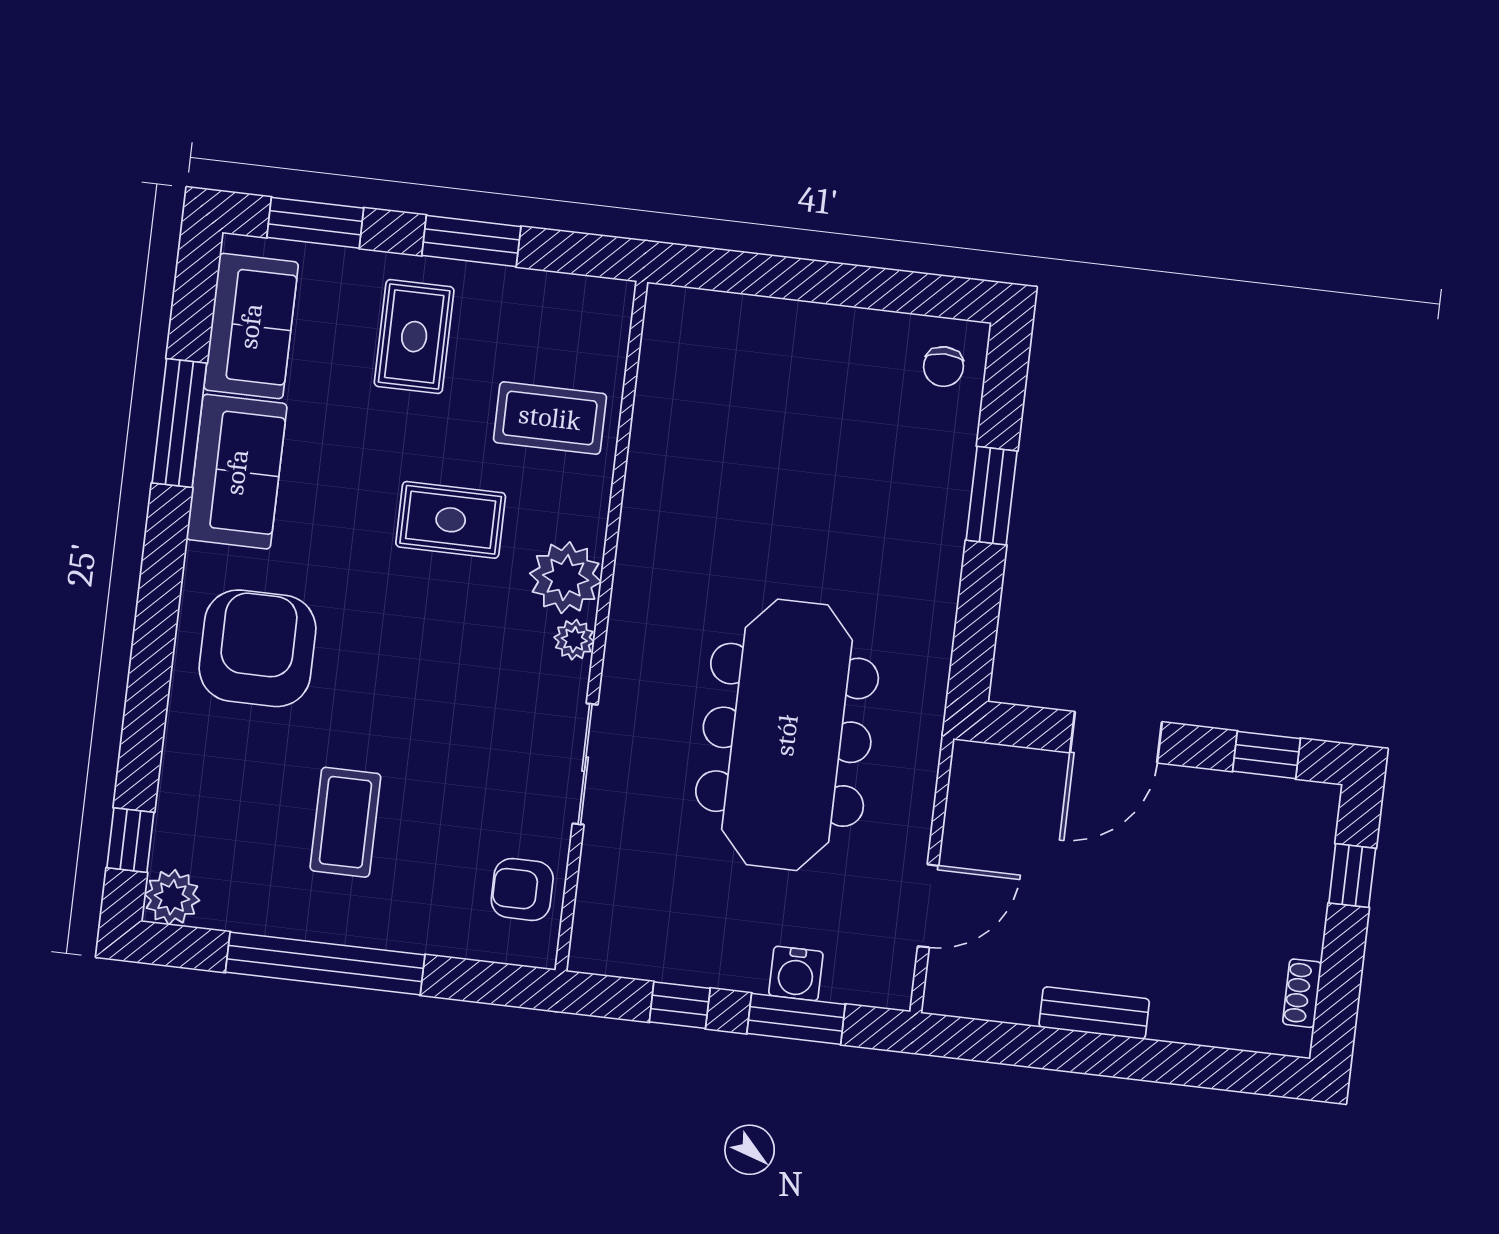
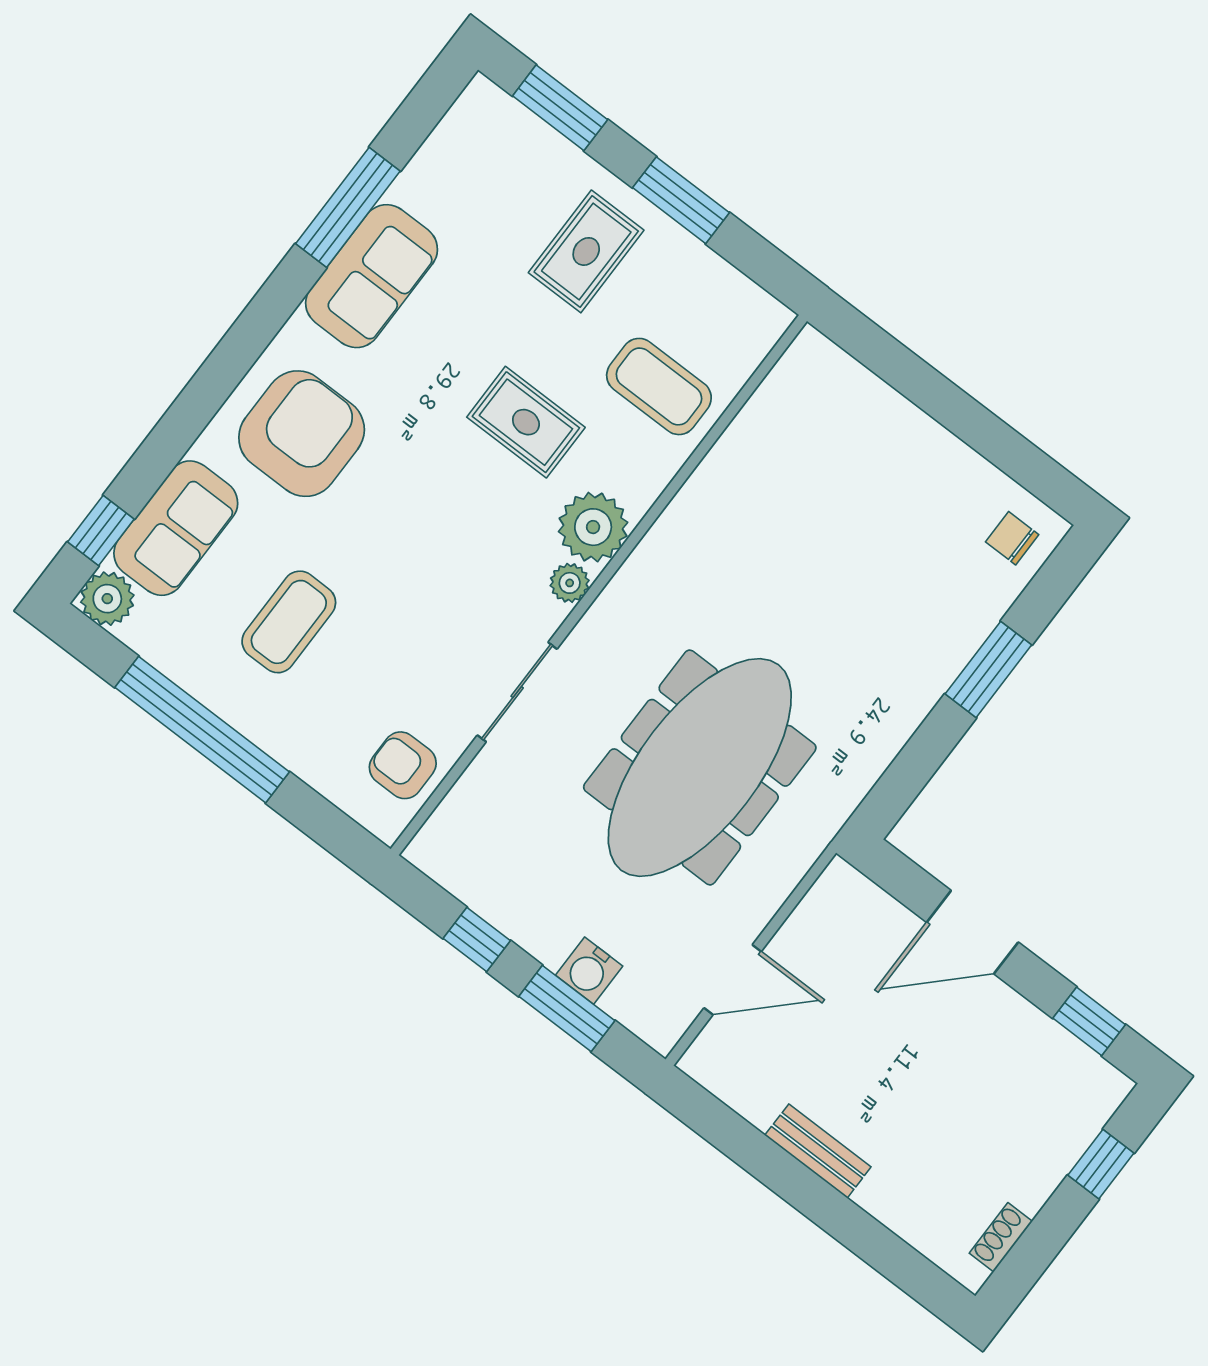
sofa: (251, 326) -> (176, 528), moved
chair: (943, 367) -> (1012, 538), turned 90

